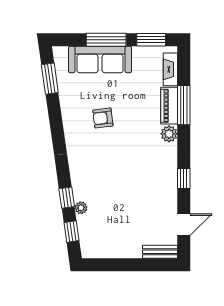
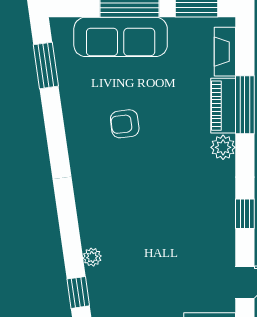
window: (67, 198) -> (71, 242), removed

